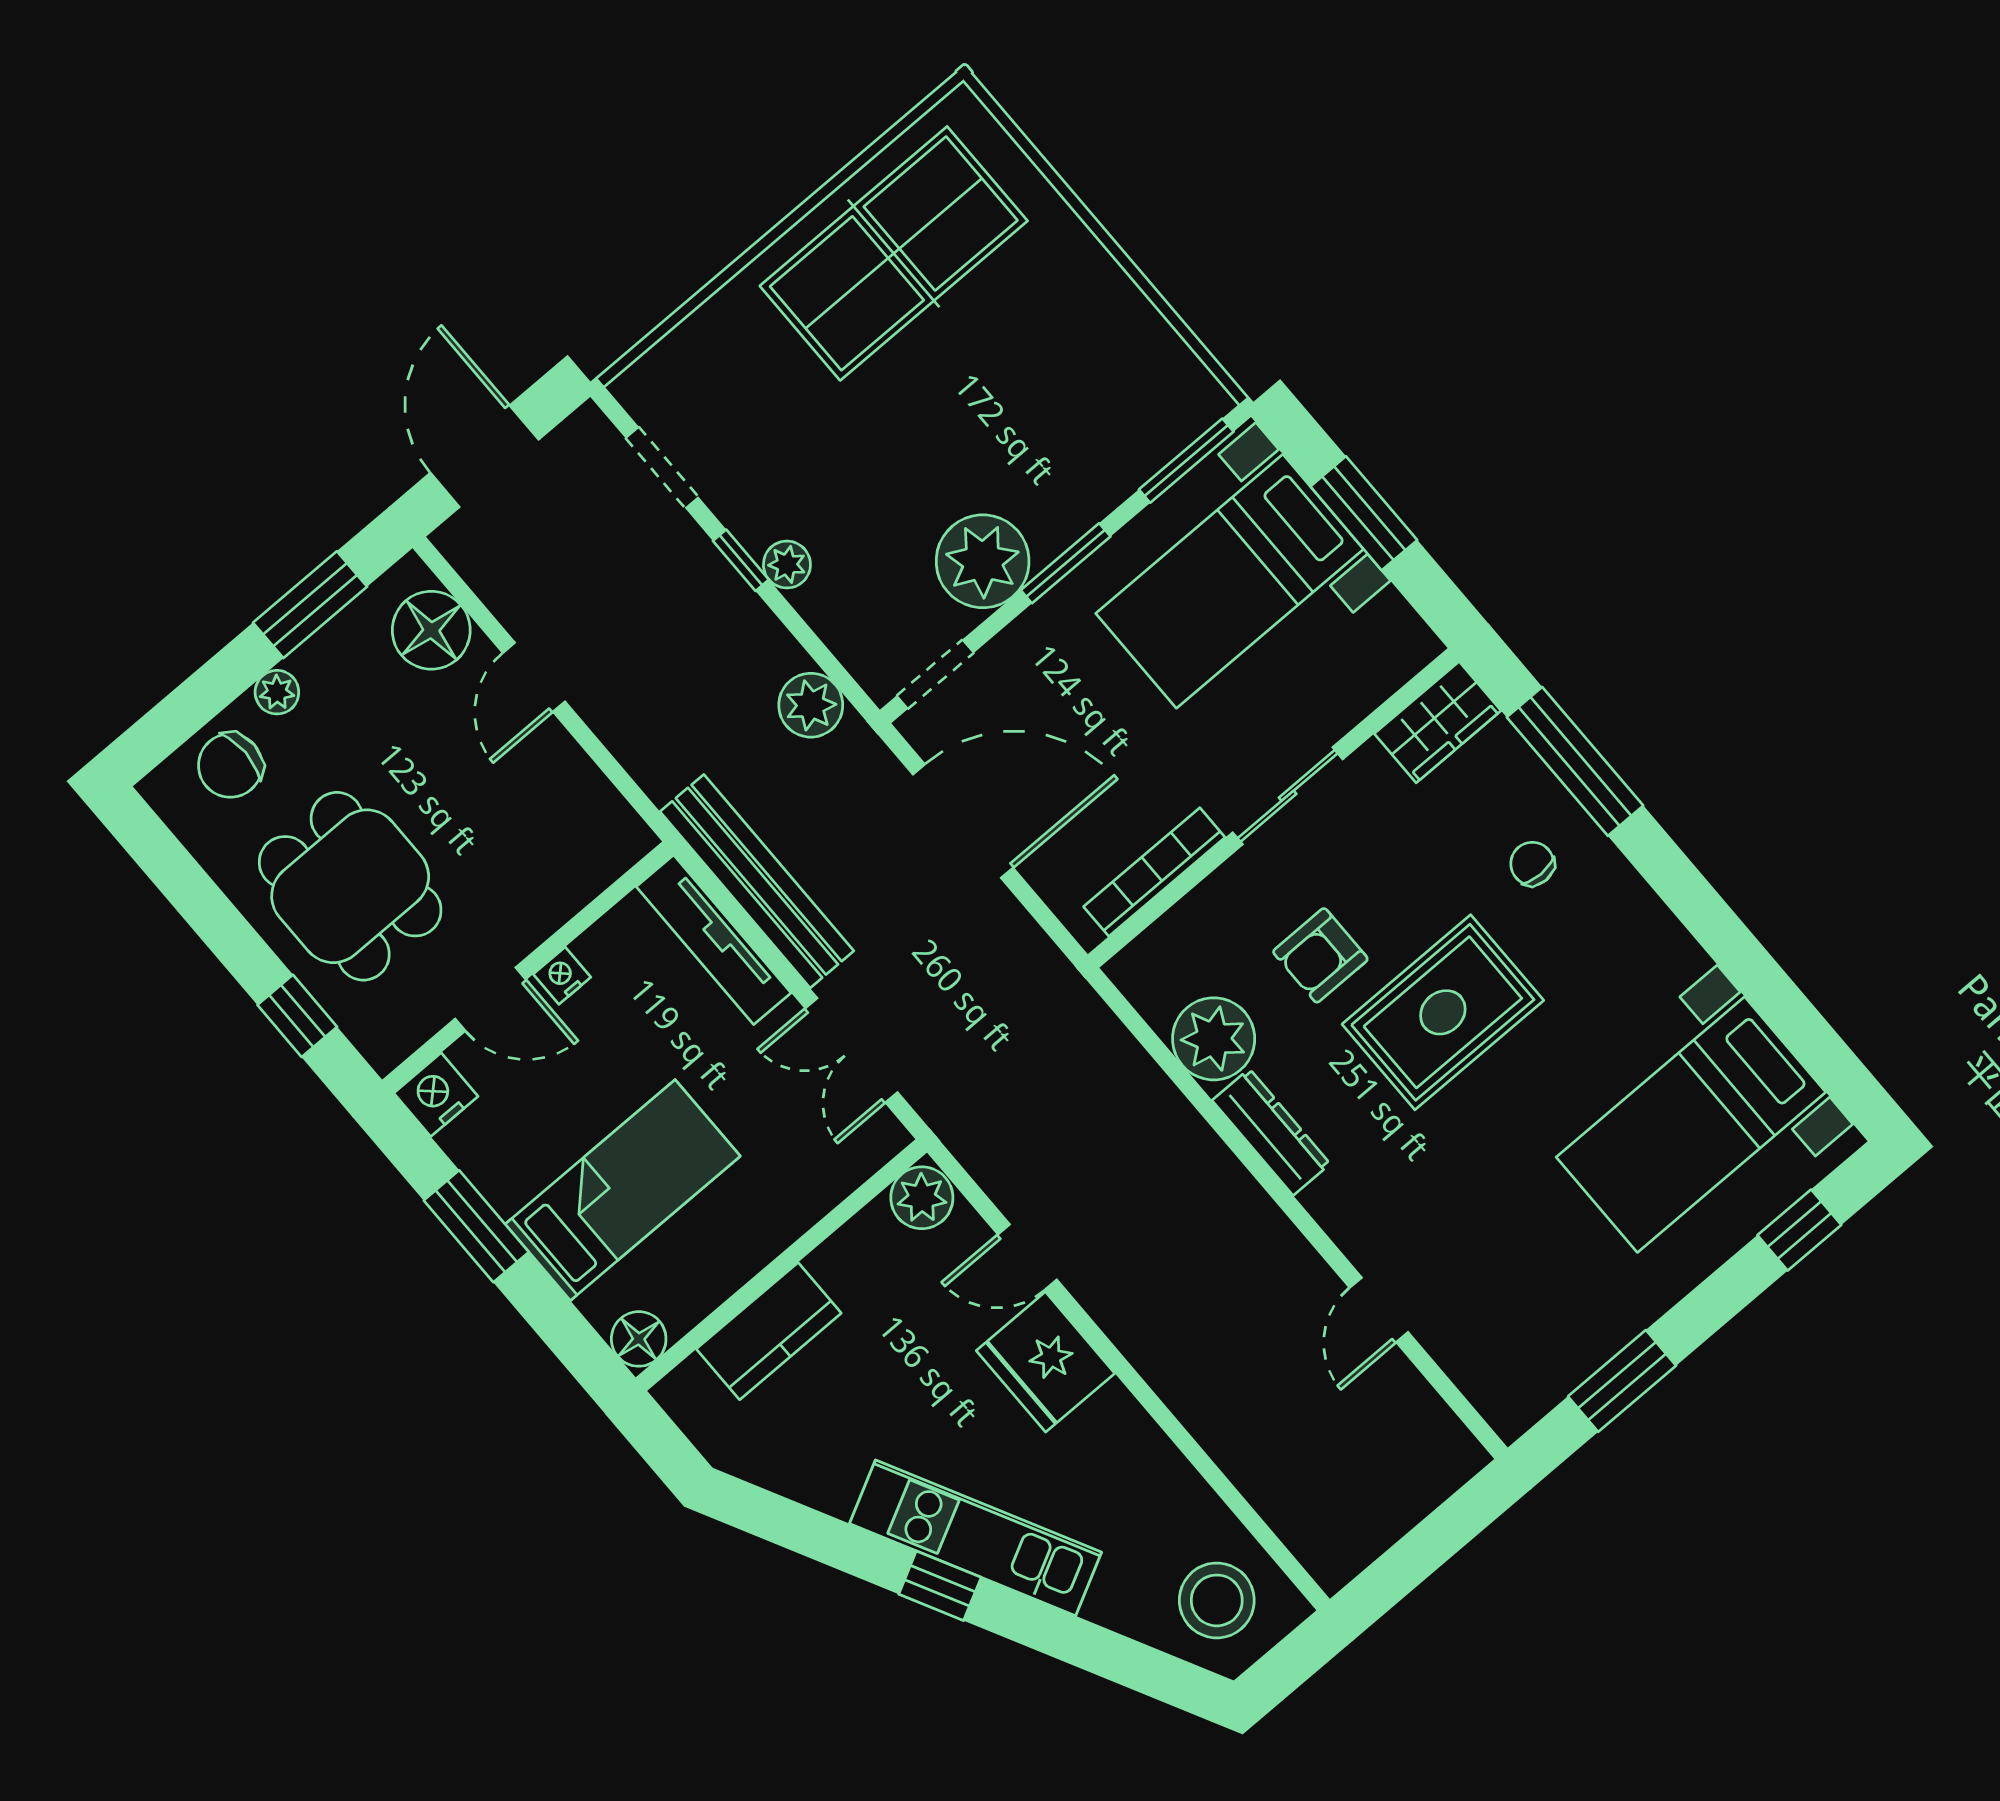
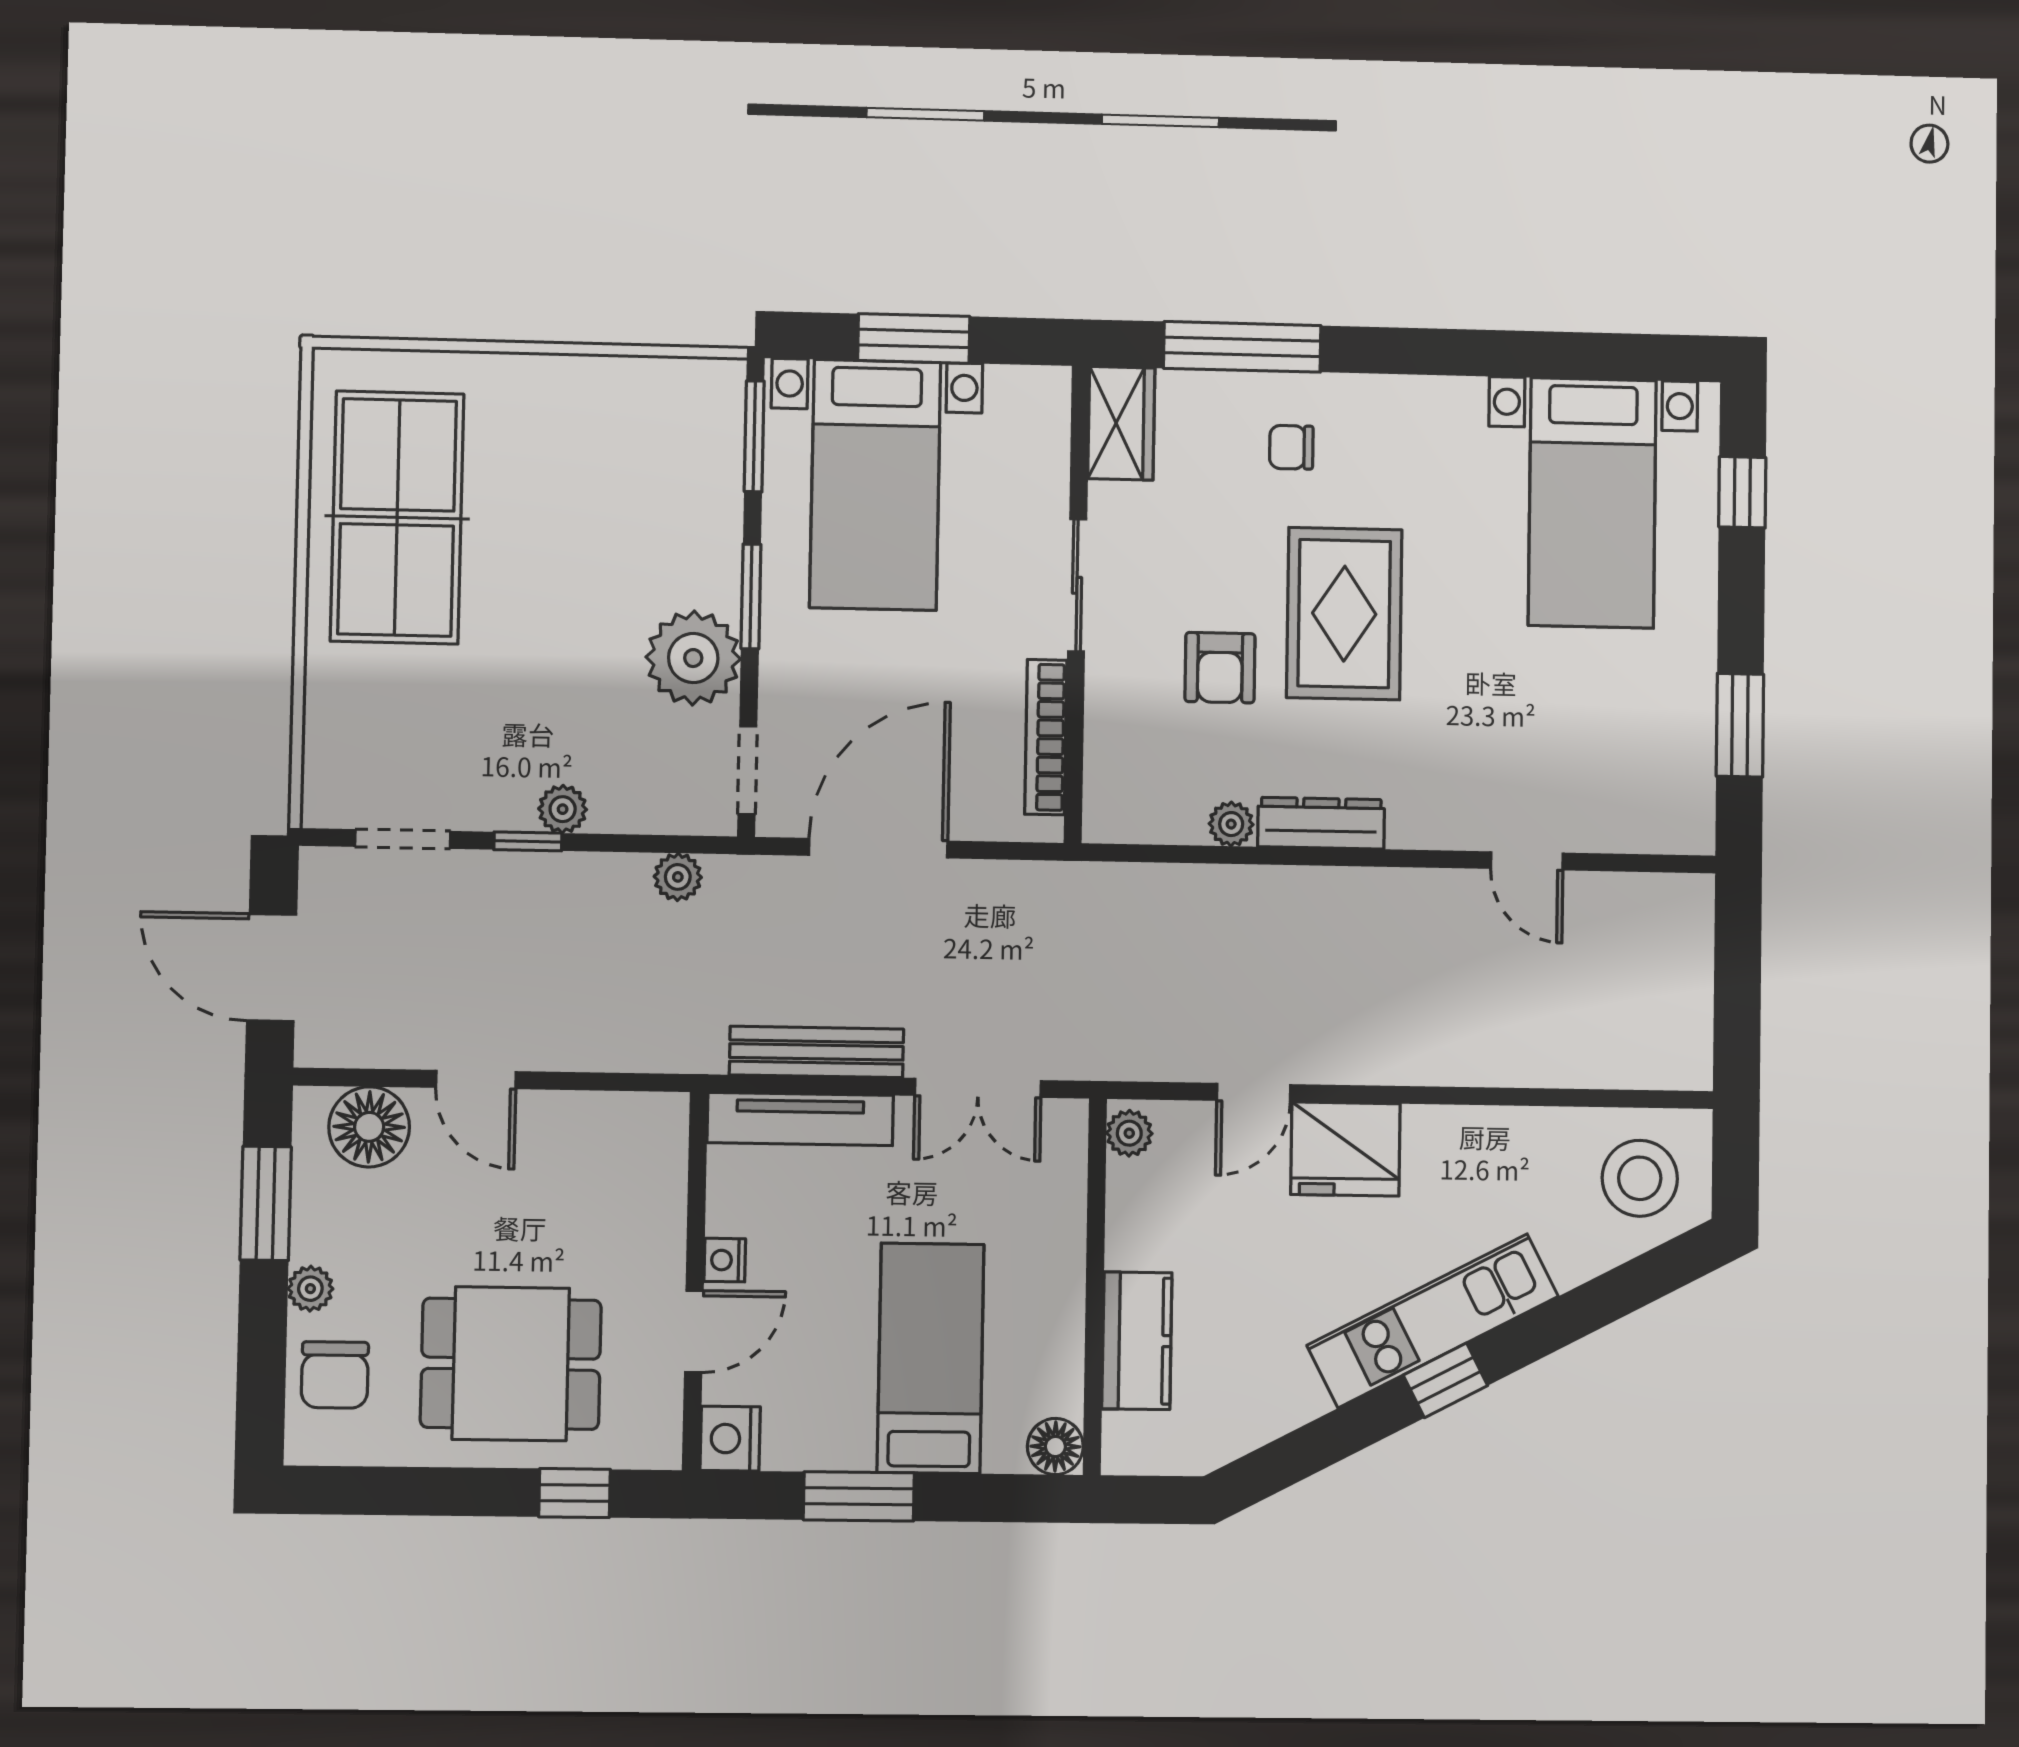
plant: (811, 705) -> (678, 877), width x0.73, depth x0.73
bench: (757, 881) -> (817, 1052), width x0.73, depth x0.82
plant: (1214, 1039) -> (1231, 824), width x0.53, depth x0.53
plant: (922, 1198) -> (1129, 1133), width x0.73, depth x0.73

